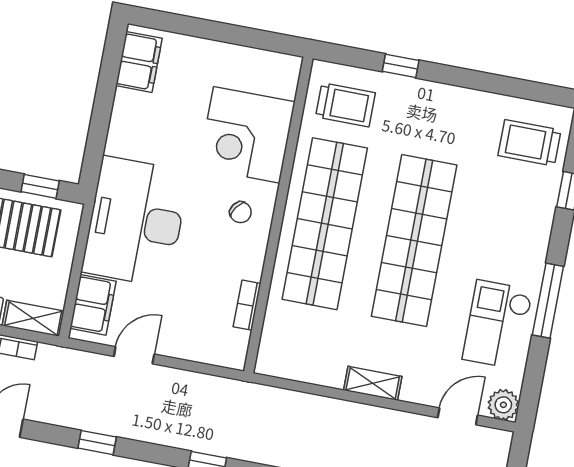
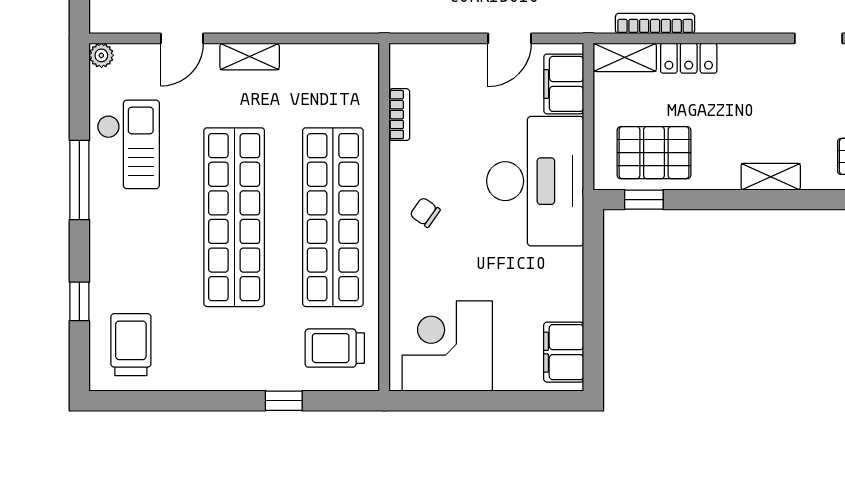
corner desk: (247, 135) -> (447, 346), moved, turned -90
trolley: (529, 143) -> (131, 345), turned -90
plant: (503, 405) -> (101, 55), width x0.73, depth x0.73
door: (458, 416) -> (182, 38), moved

